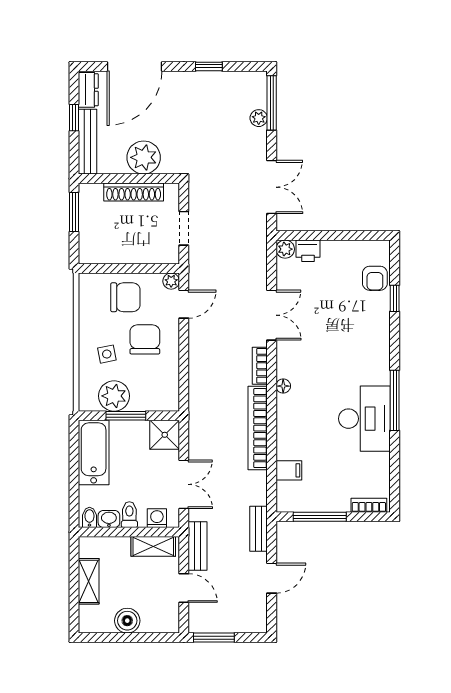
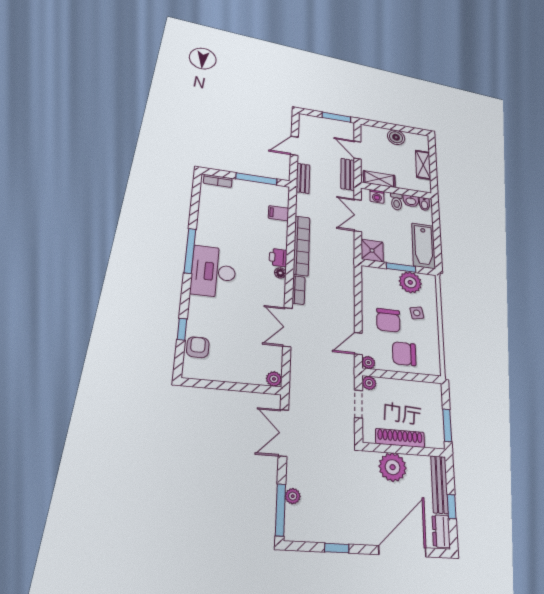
printer: (308, 251) -> (278, 258), moved, turned -90
plant: (171, 255) -> (369, 383), added
desk: (364, 419) -> (214, 272), moved

